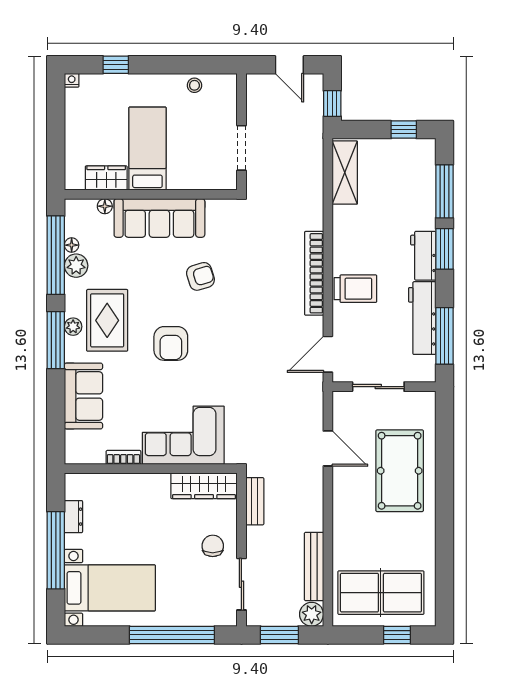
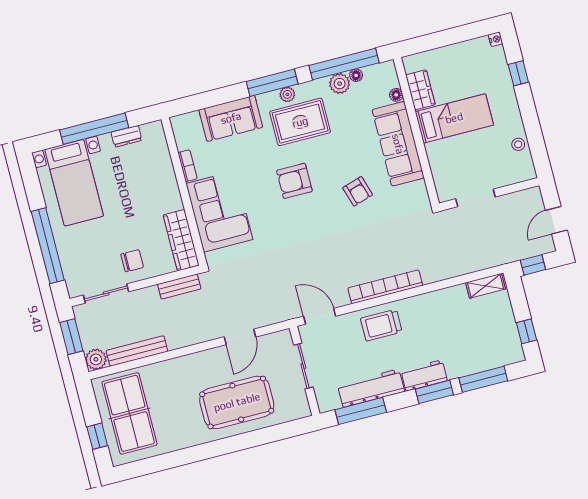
shelving: (345, 173) -> (485, 286), width x0.67, depth x0.75
trolley: (355, 289) -> (381, 325), turned 90

